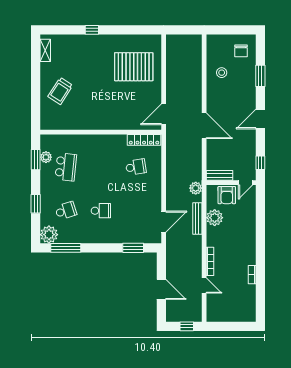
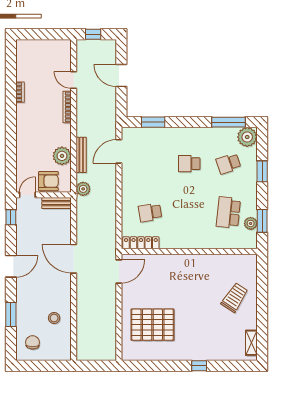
armchair: (227, 195) -> (48, 181), turned 90

